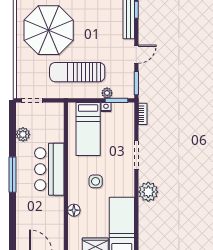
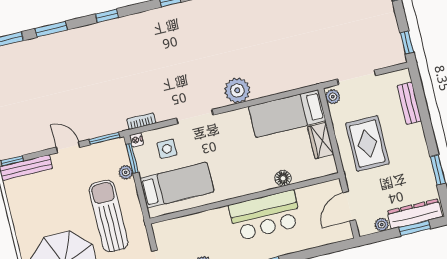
sun lounger: (77, 72) -> (109, 216), turned 180
nightstand: (106, 107) -> (136, 140), moved
bar counter: (49, 169) -> (265, 215), moved
side table: (96, 181) -> (167, 149), moved

